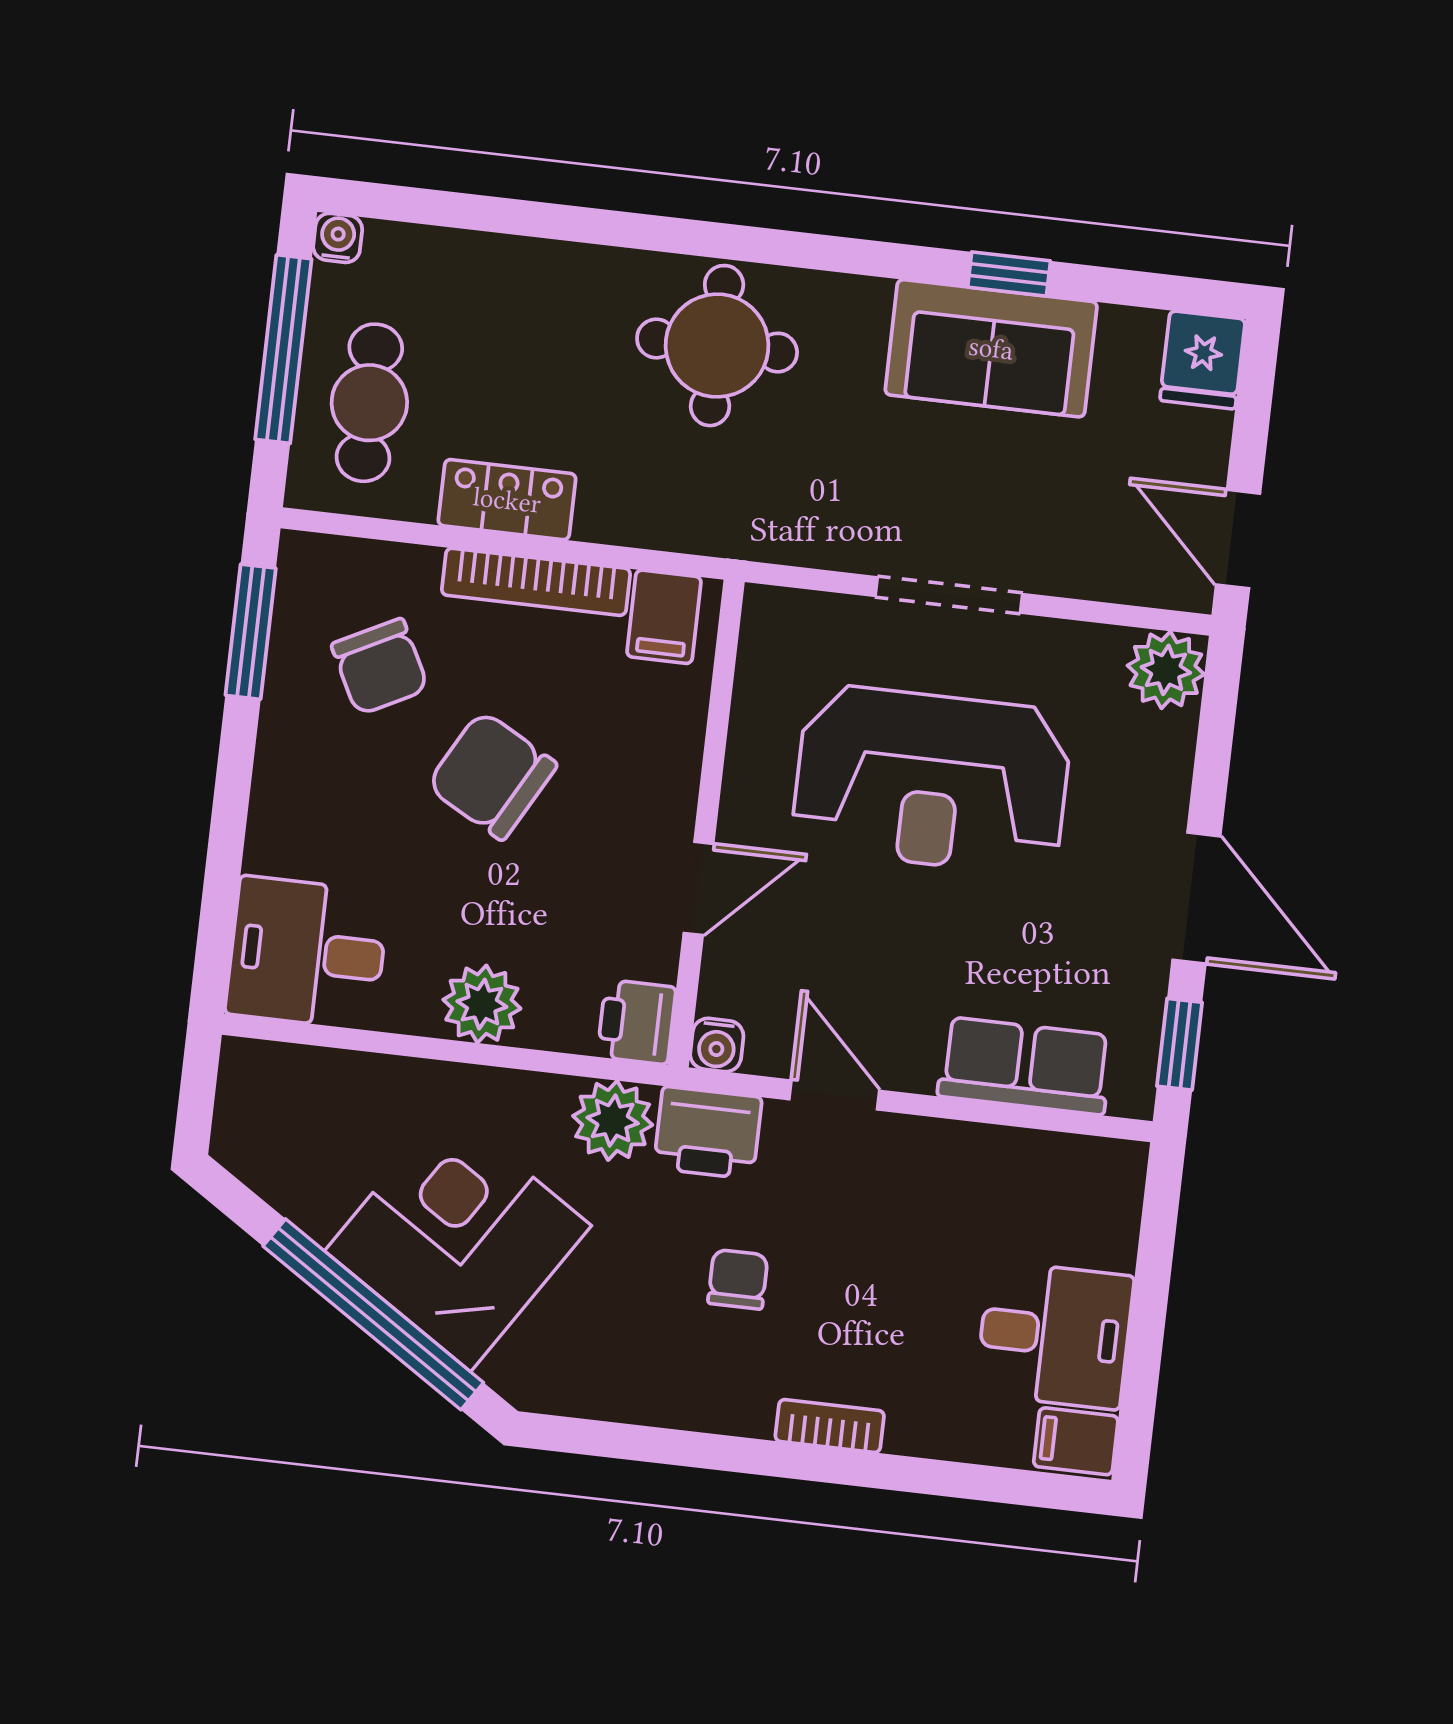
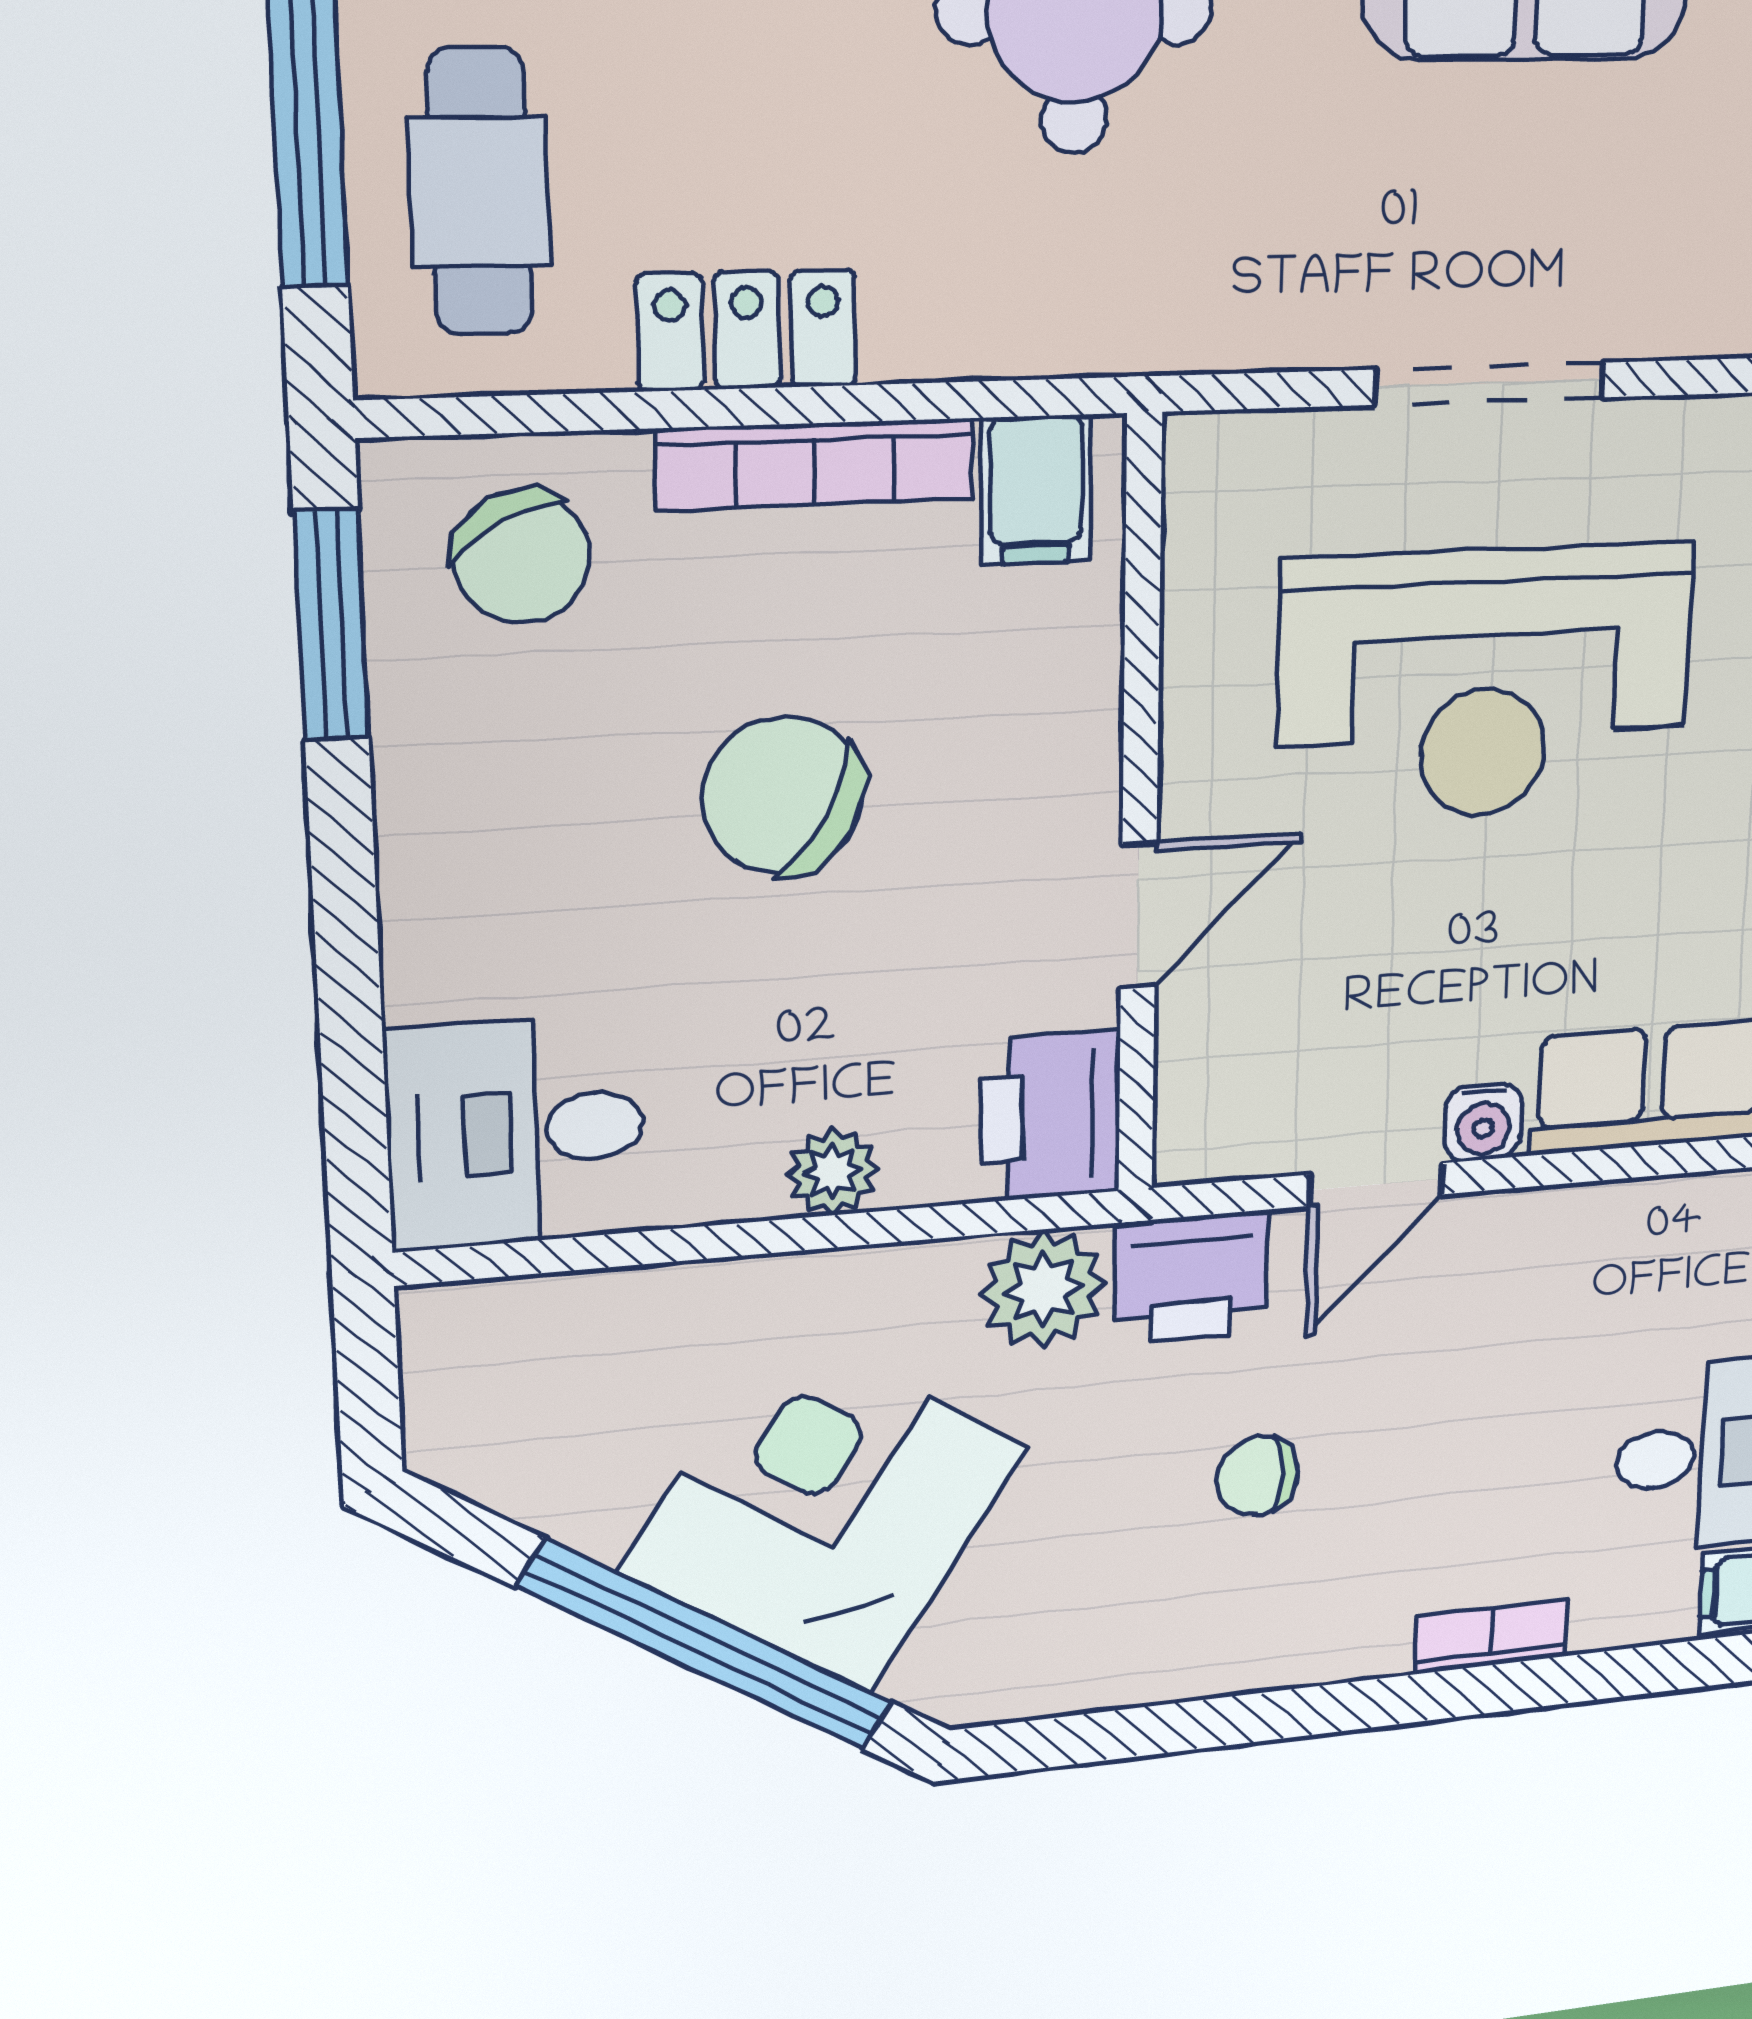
chair: (380, 667) -> (521, 557), moved
plant: (482, 1004) -> (832, 1172), width x0.73, depth x0.73
printer: (637, 1022) -> (1050, 1116), width x1.36, depth x1.24
water cooler: (717, 1045) -> (1483, 1122), moved
door: (834, 1095) -> (1376, 1184), swing flipped
chair: (738, 1279) -> (1257, 1476), turned -90
bookcase: (830, 1426) -> (1492, 1637), moved

